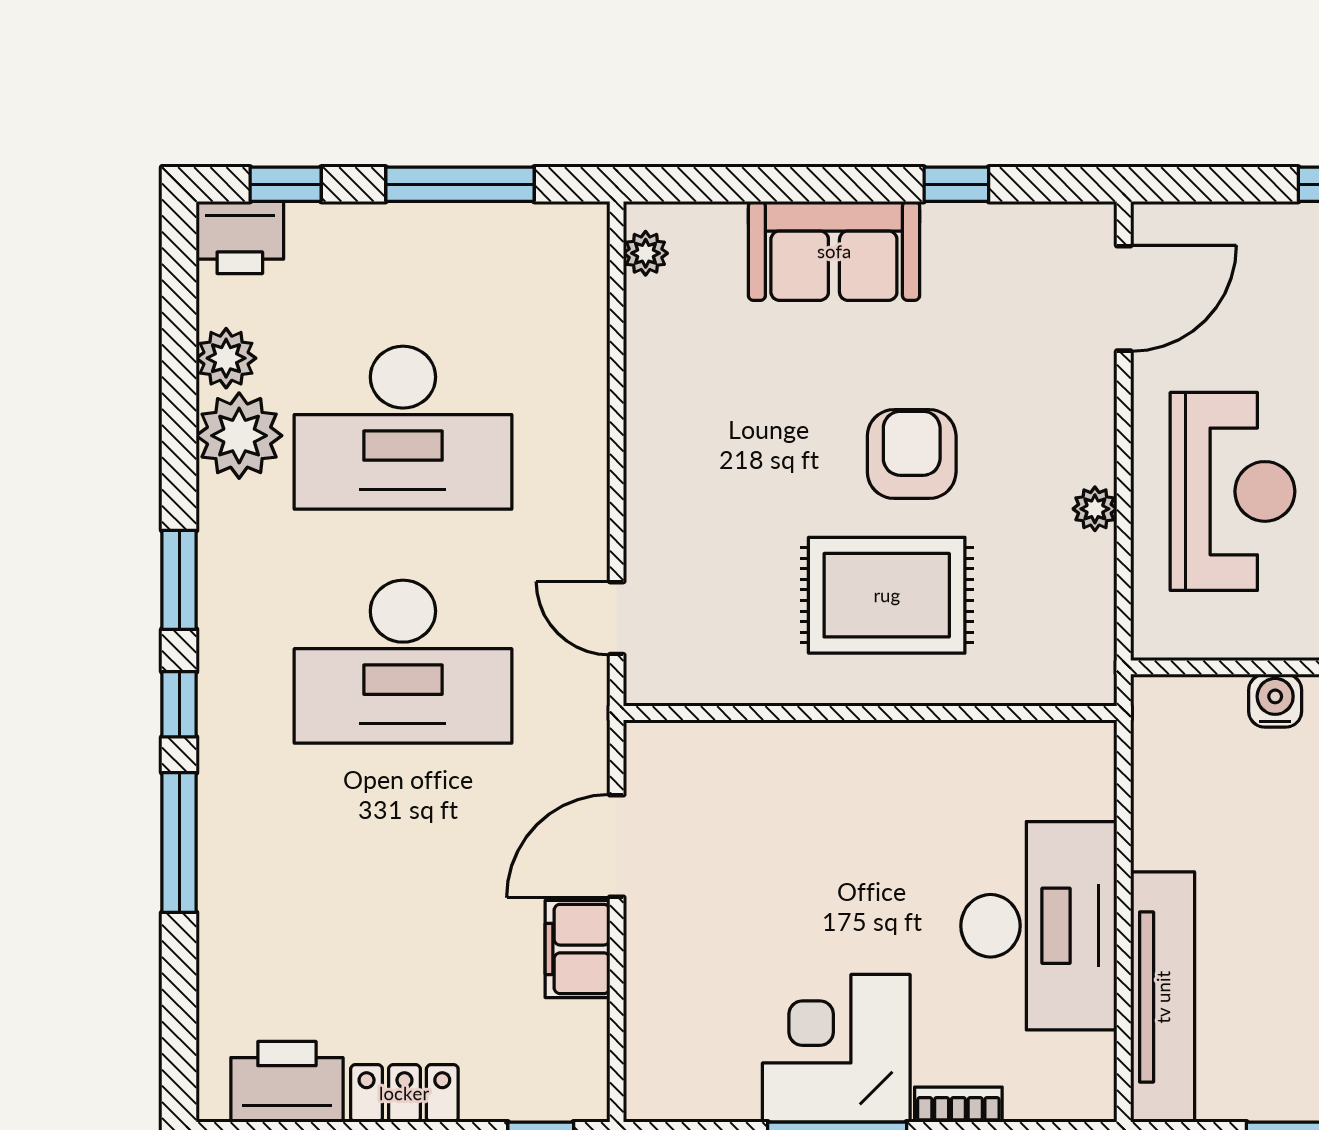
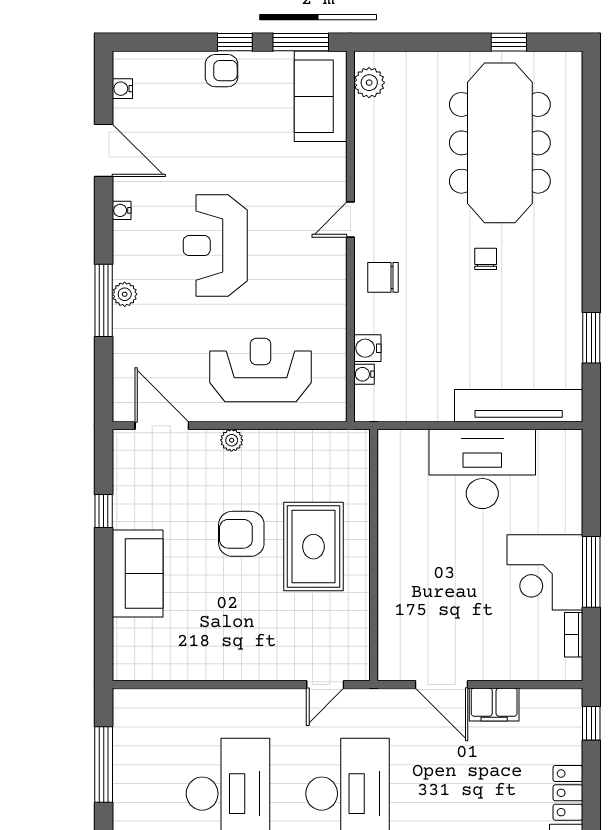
plant: (646, 253) -> (139, 670), removed
plant: (1095, 509) -> (232, 440), moved
water cooler: (1224, 694) -> (364, 374), added
bookcase: (958, 1105) -> (574, 635), moved

